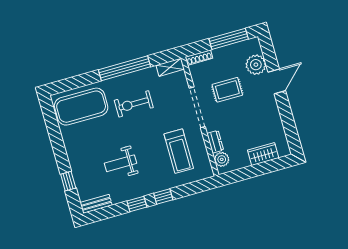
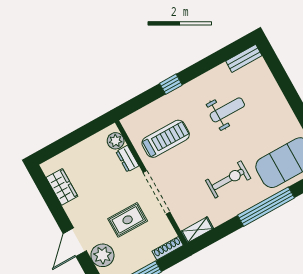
window: (125, 68) -> (266, 207), moved
treadmill: (179, 151) -> (166, 139), turned 90
wardrobe: (263, 154) -> (62, 187), moved, turned -90
window: (68, 181) -> (281, 76), removed
window: (137, 204) -> (198, 69), removed

